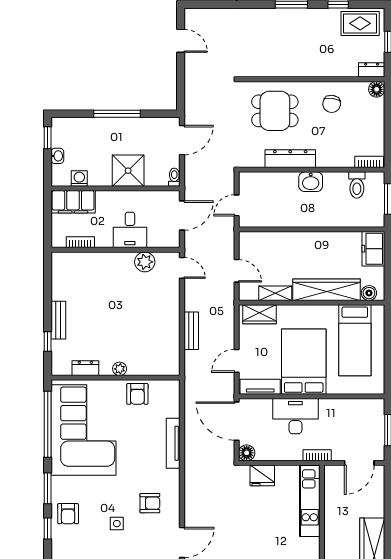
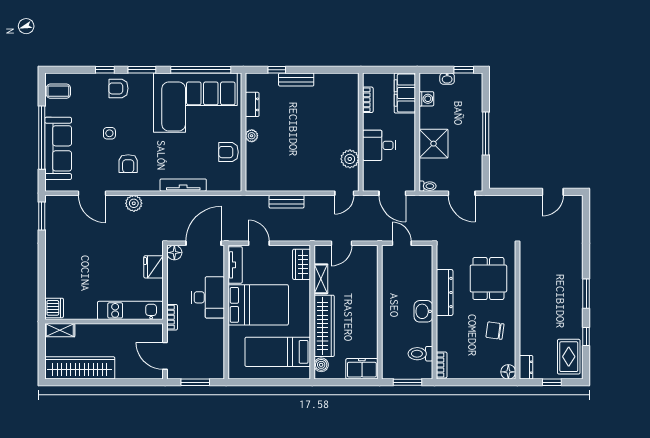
plant: (193, 497) -> (134, 203), added

